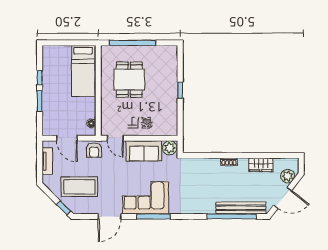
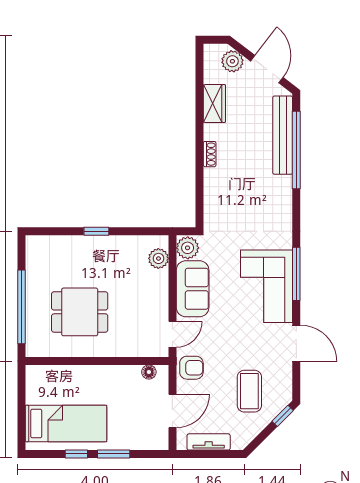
bed: (83, 71) -> (66, 424), moved
plant: (163, 129) -> (158, 258), added
coffee table: (79, 187) -> (249, 391), width x0.73, depth x0.76

